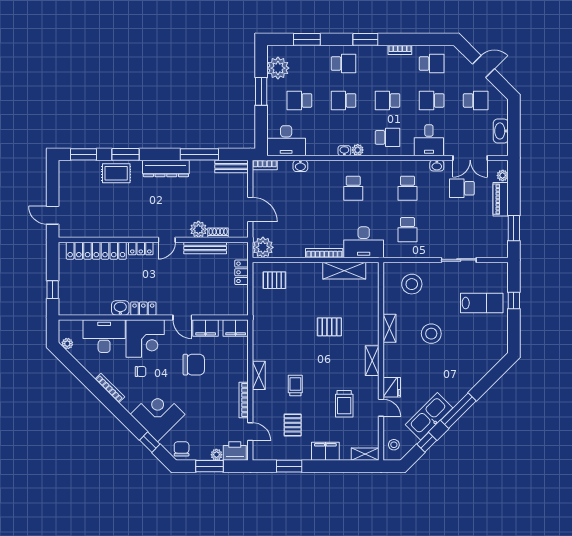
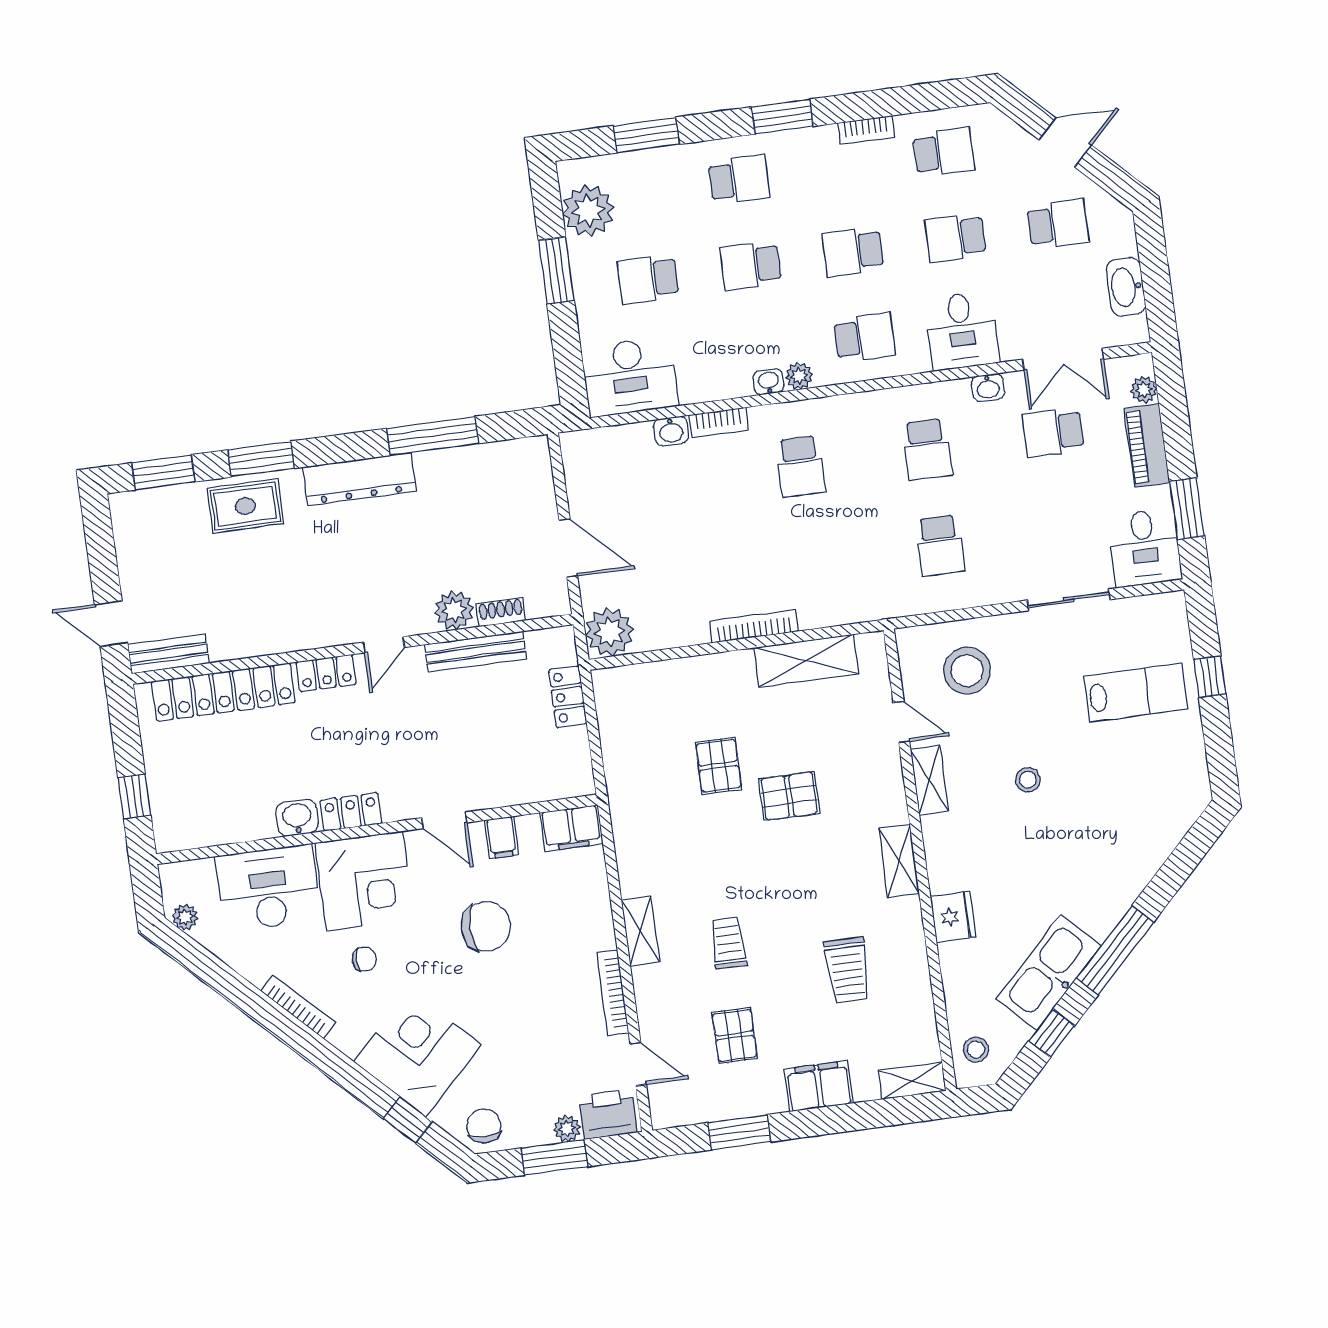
bookcase: (265, 165) -> (719, 422), moved
bench: (231, 166) -> (168, 654), moved
desk: (364, 242) -> (1145, 548), moved, width x0.73
pallet: (274, 280) -> (718, 766), moved, turned 90
filing cabinet: (206, 328) -> (502, 837), width x0.50
stool: (431, 334) -> (1028, 780), width x0.53, depth x0.53
door: (381, 408) -> (901, 722), moved

